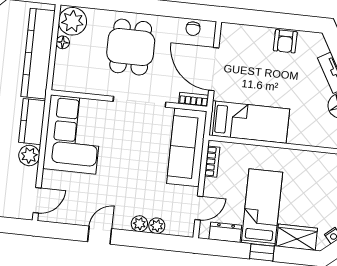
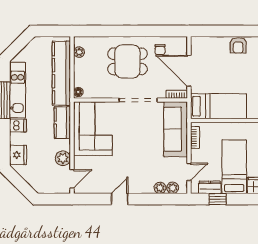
plant: (73, 21) -> (79, 52), width x0.53, depth x0.53
chair: (193, 29) -> (160, 50), moved
floor lamp: (63, 42) -> (78, 92), moved
dining table: (131, 47) -> (128, 61), turned 90
plant: (29, 156) -> (63, 158), moved
plant: (139, 224) -> (173, 188), moved
window: (262, 252) -> (218, 199), moved

